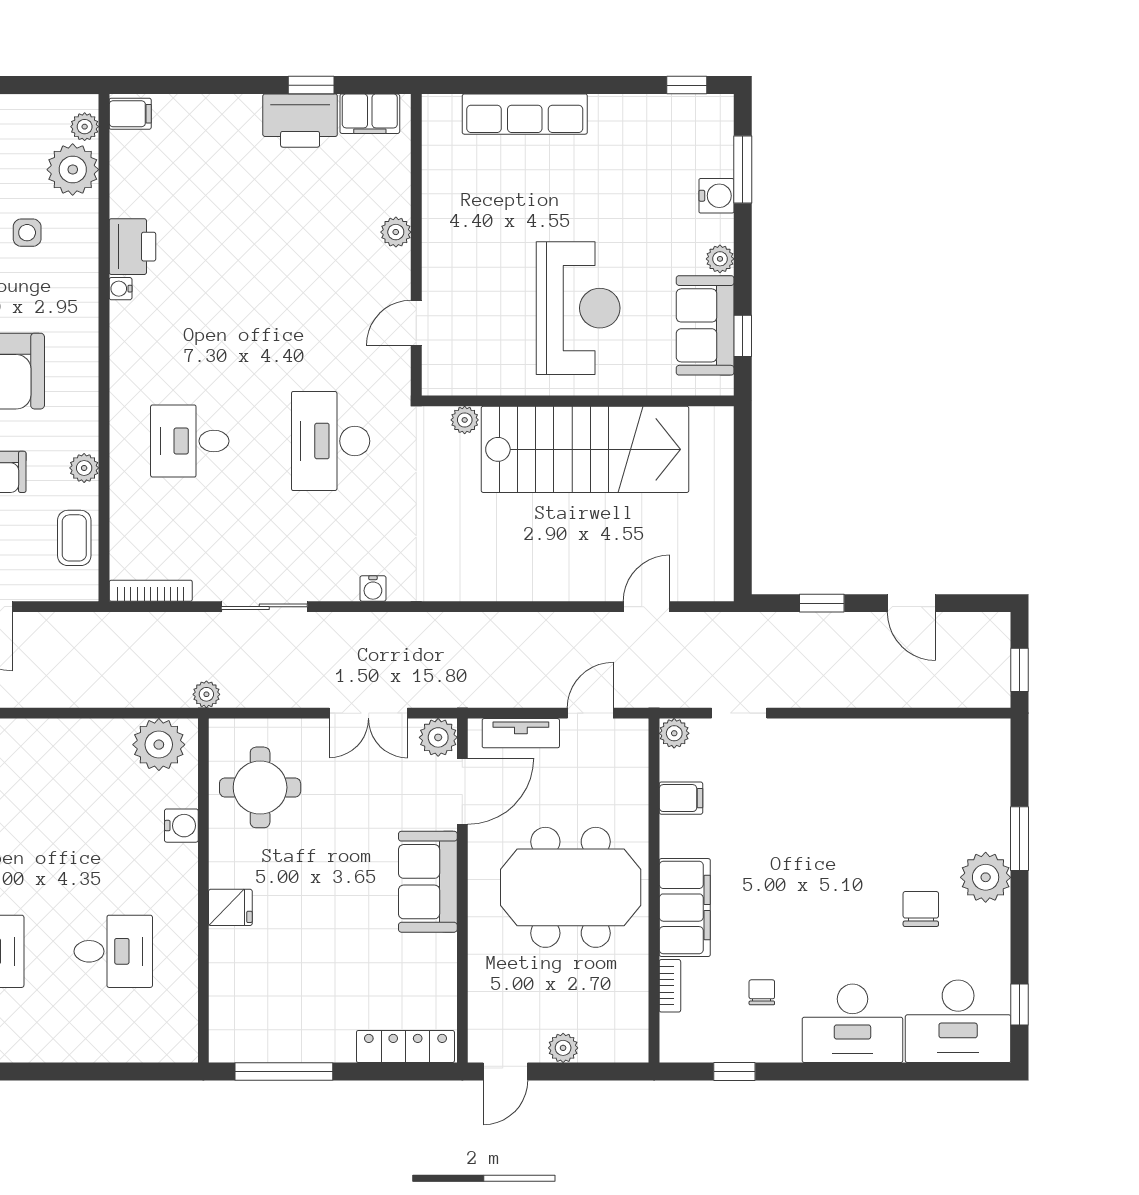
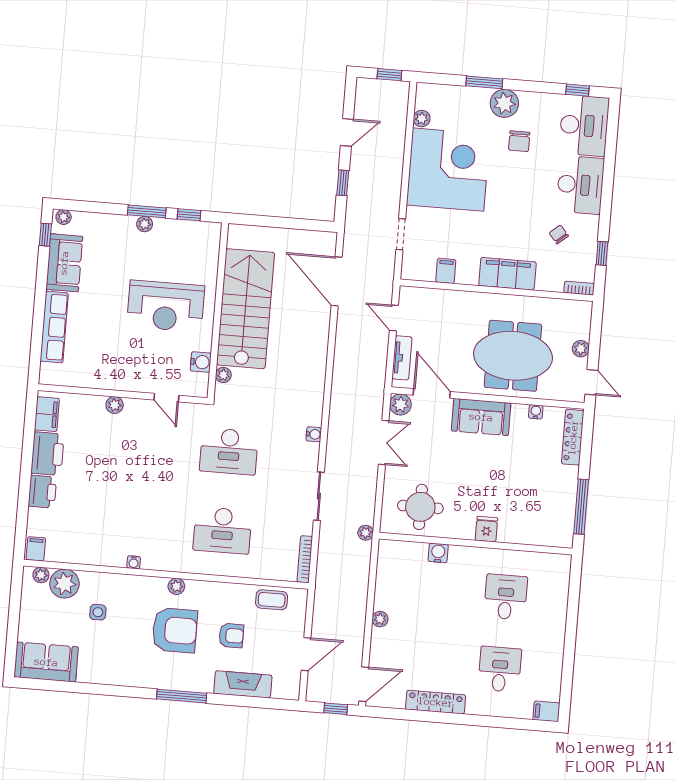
window: (311, 85) -> (28, 446), removed
plant: (721, 115) -> (64, 217), added
window: (743, 169) -> (147, 211), moved
water cooler: (716, 196) -> (201, 362), moved, turned 90
printer: (132, 247) -> (42, 492), moved, turned 90
reception desk: (578, 308) -> (166, 306), turned 180
sofa: (705, 325) -> (64, 263), moved, turned -90
desk: (190, 441) -> (222, 530), width x1.37
plant: (84, 468) -> (176, 586), moved
door: (647, 607) -> (337, 281), width x1.88
plant: (674, 733) -> (422, 118), moved
plant: (159, 745) -> (380, 619), moved, width x0.53, depth x0.53
corner desk: (860, 787) -> (448, 170), added
meeting table: (571, 887) -> (513, 356), moved, turned 90
chair: (921, 909) -> (519, 141), turned -90
water cooler: (445, 978) -> (536, 412), added
bookcase: (670, 986) -> (579, 288), moved
chair: (762, 992) -> (559, 234), turned 49

